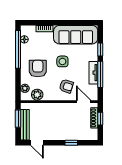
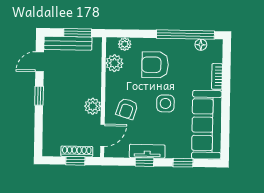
armchair: (38, 69) -> (155, 65), turned 180
window: (100, 74) -> (144, 162), width x0.46
plant: (65, 108) -> (93, 106), added
window: (71, 143) -> (39, 96), moved

